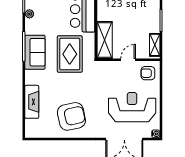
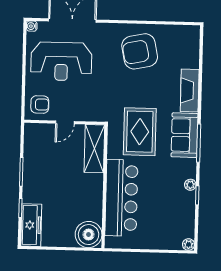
shelving: (155, 45) -> (30, 141), removed
fireplace: (32, 102) -> (190, 91), moved

